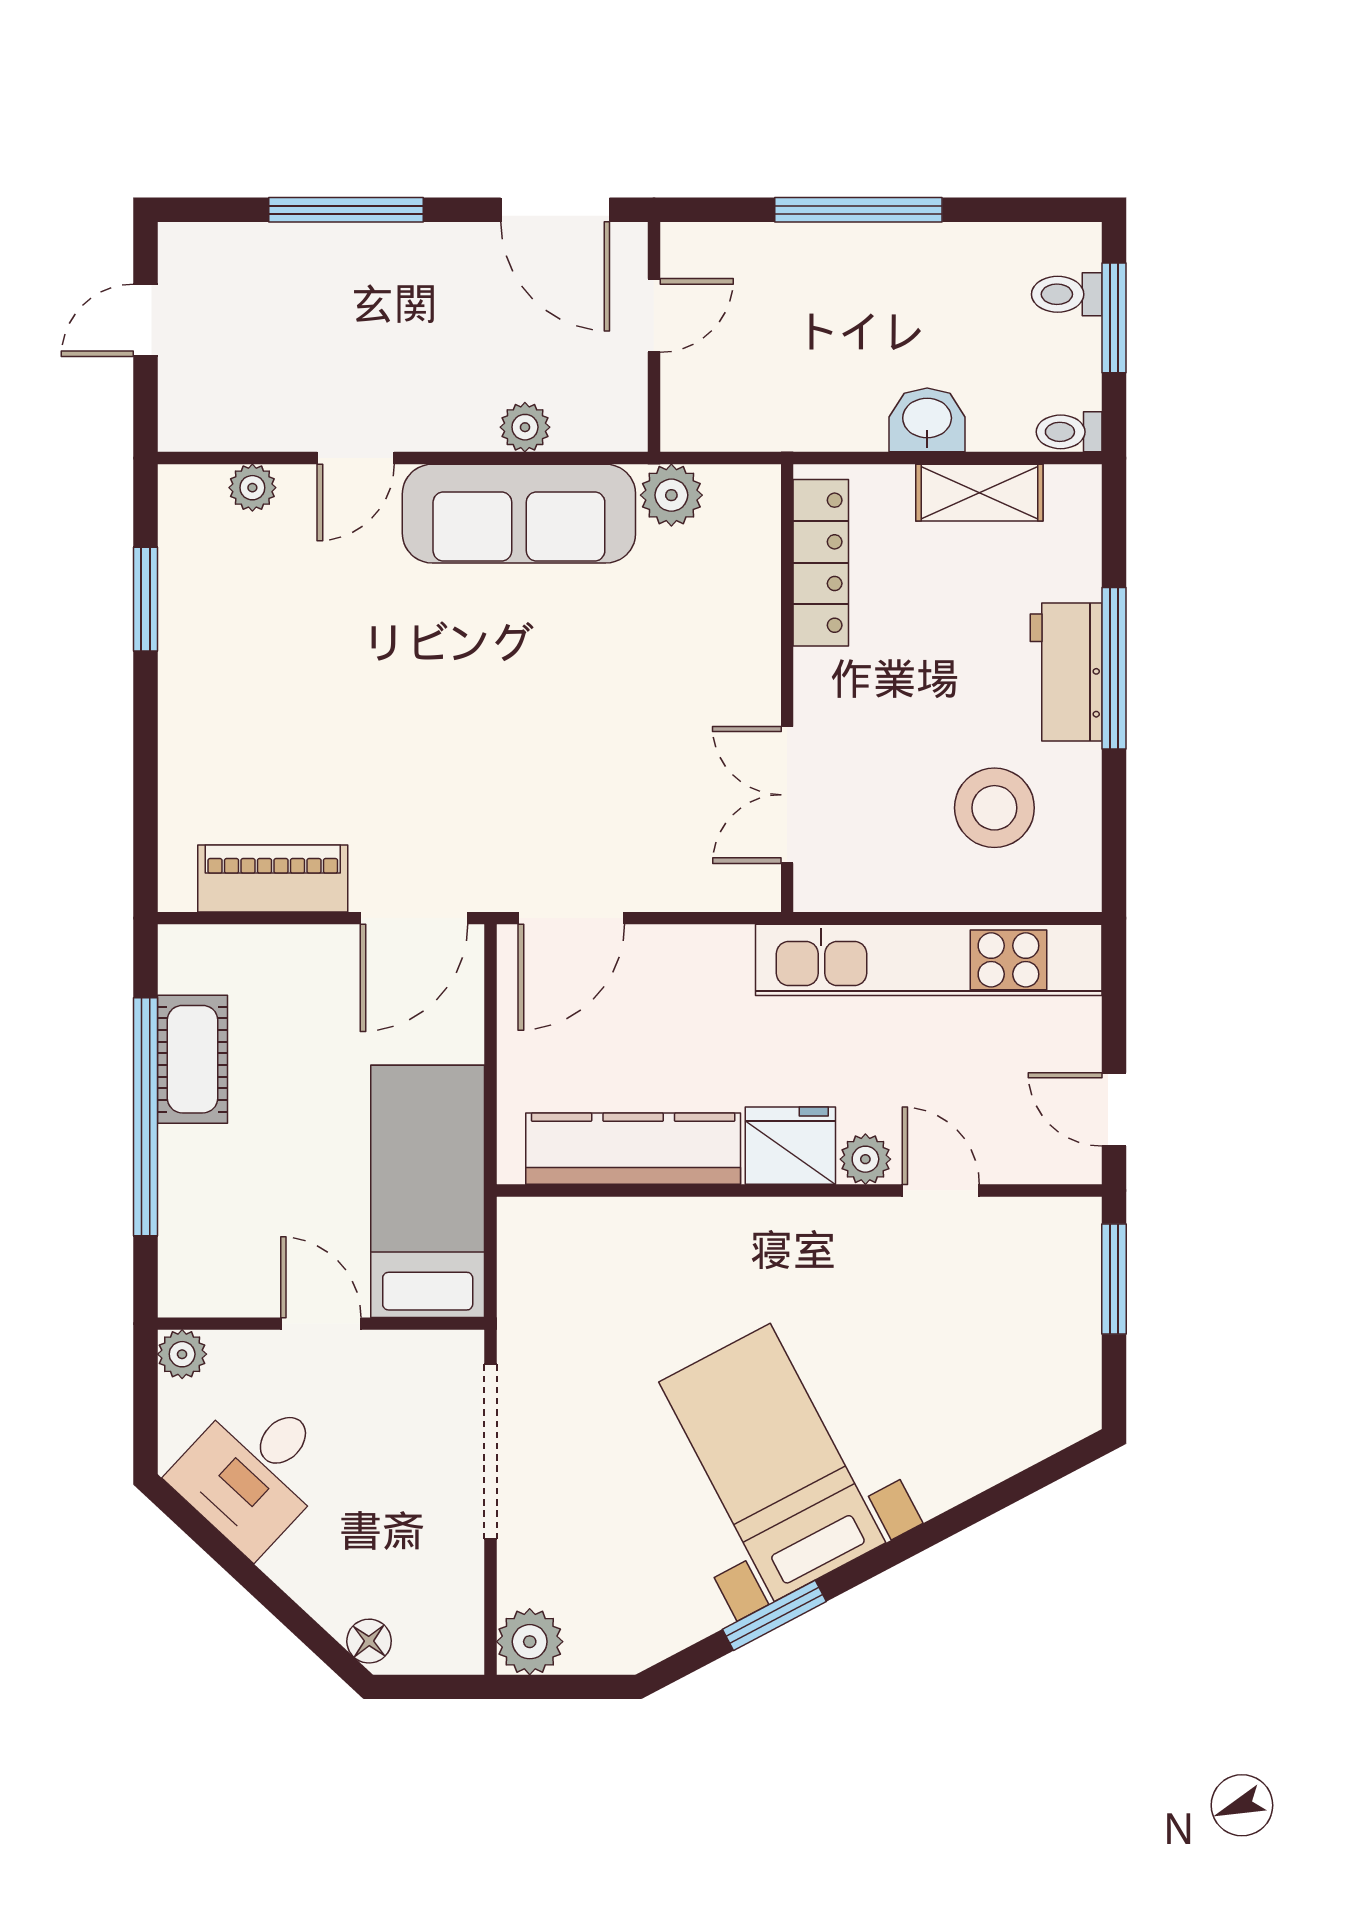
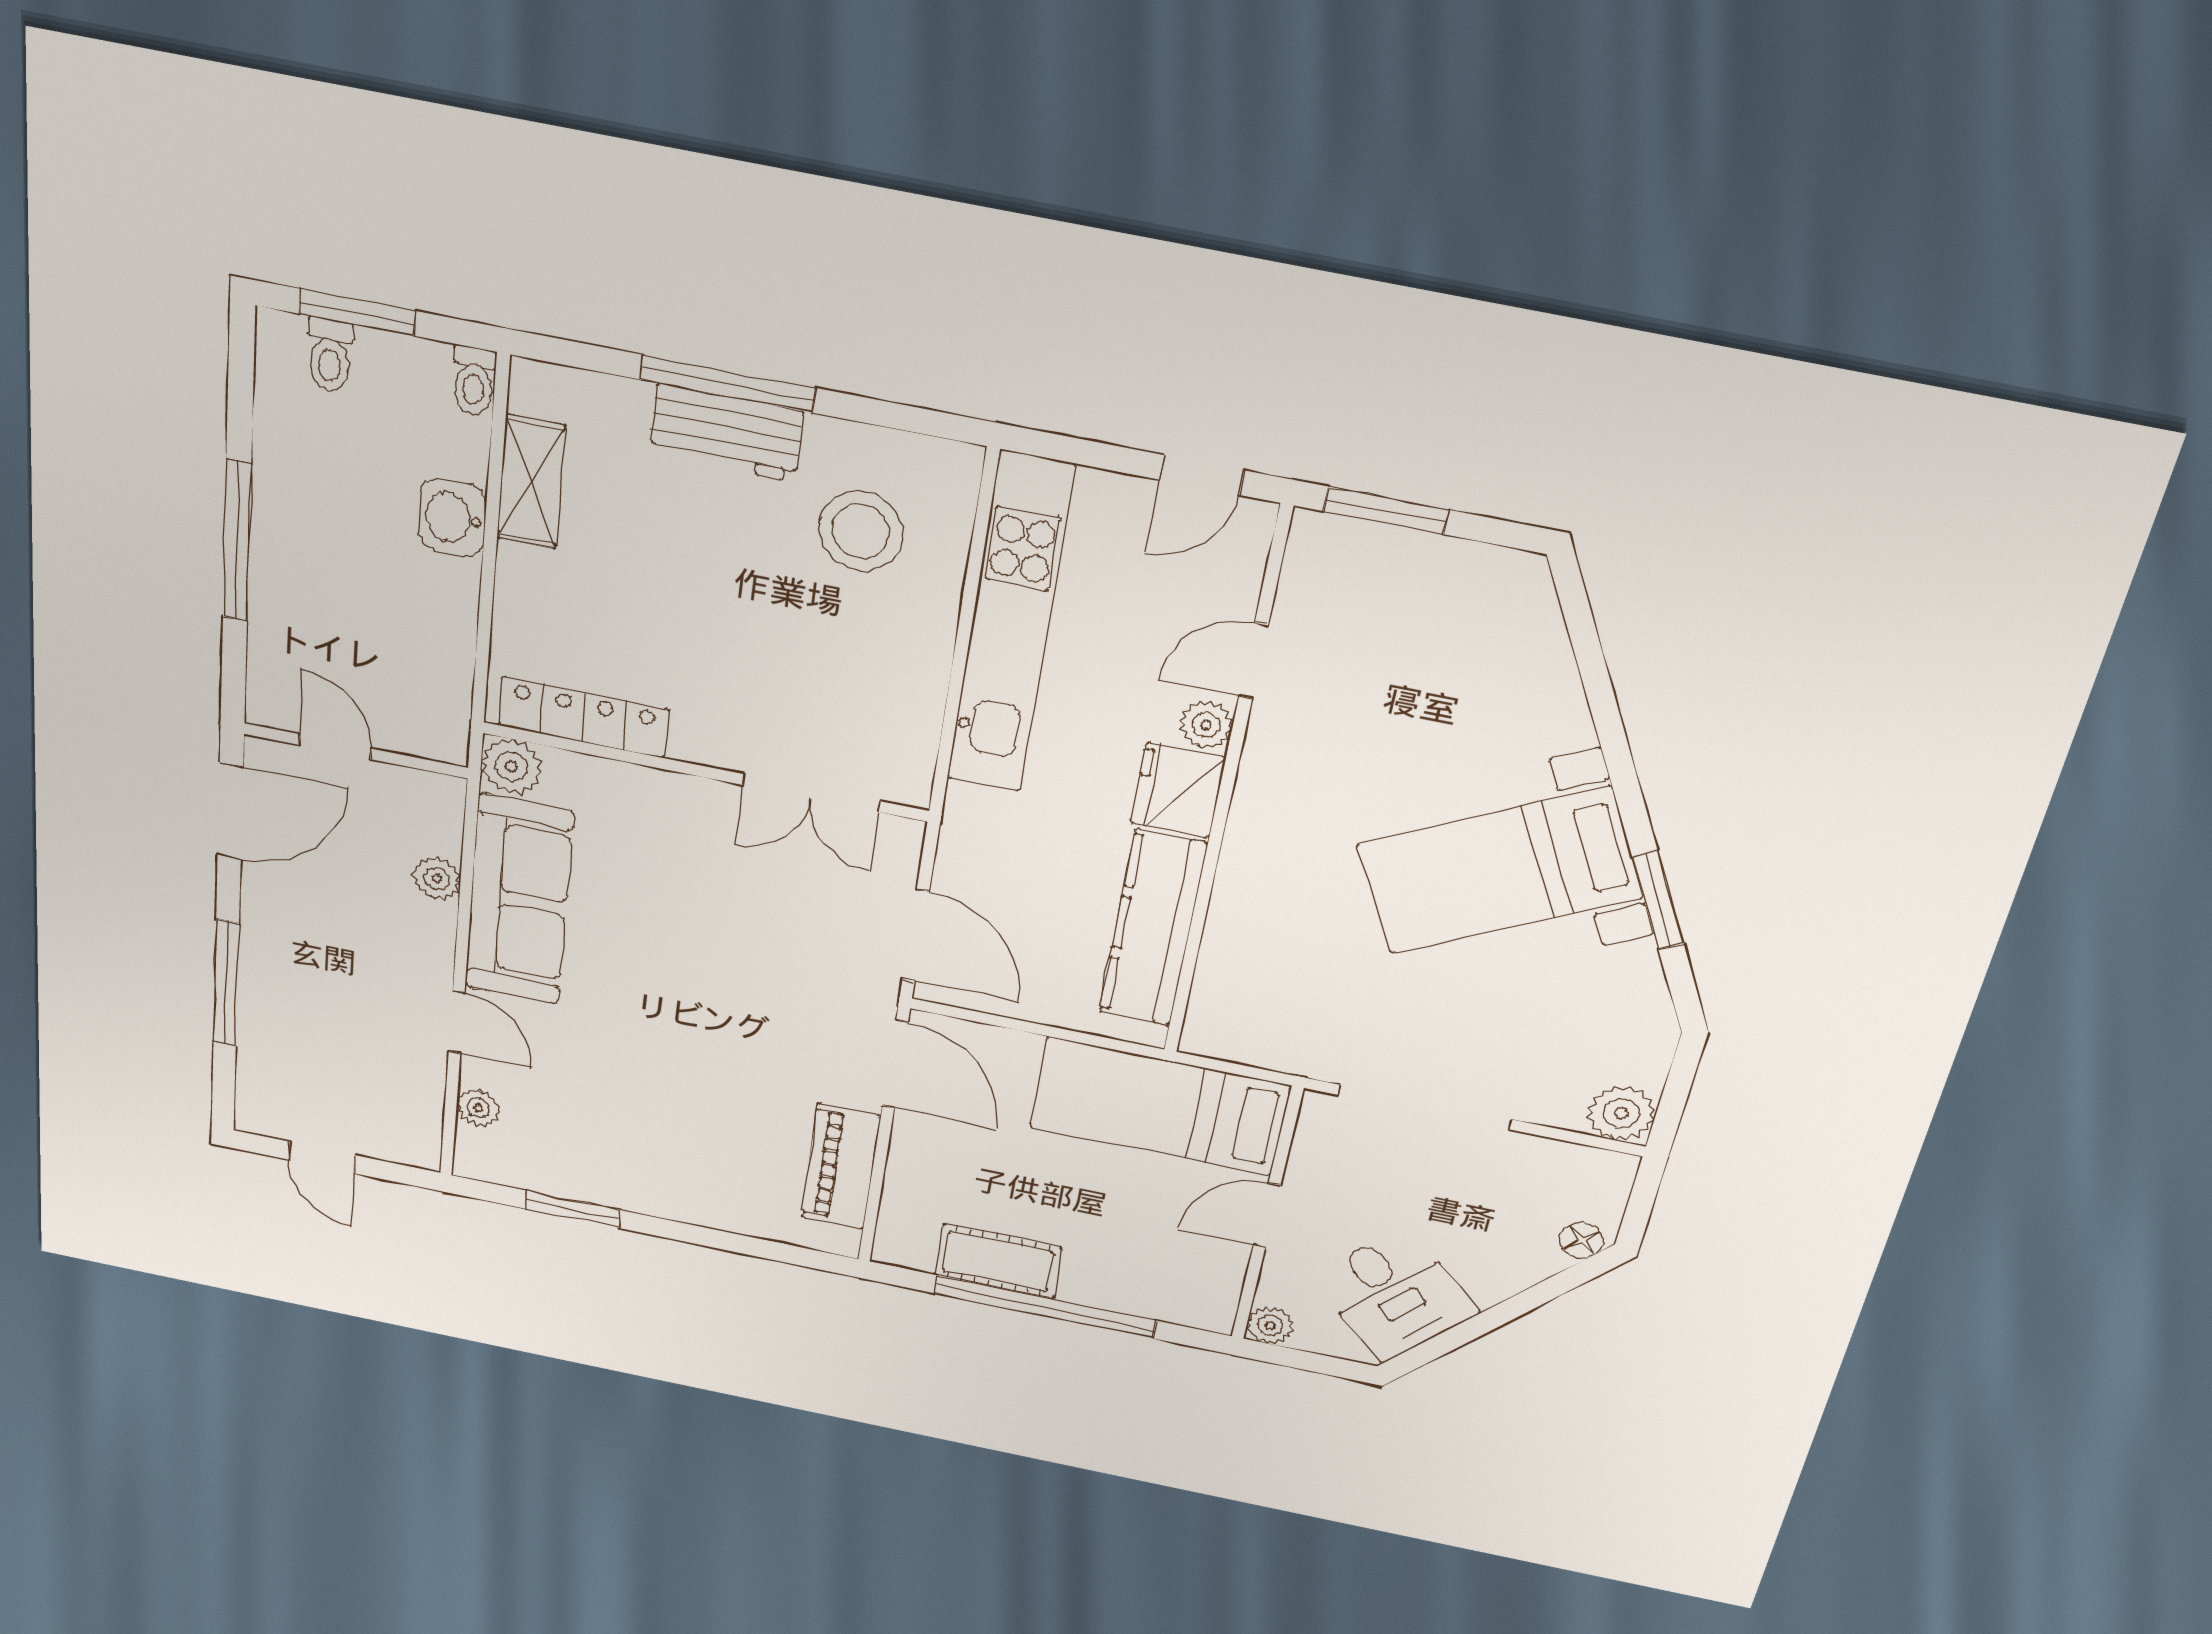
locker: (821, 563) -> (583, 717), moved
wall: (787, 688) -> (705, 772), moved
double door: (787, 795) -> (811, 793), moved

